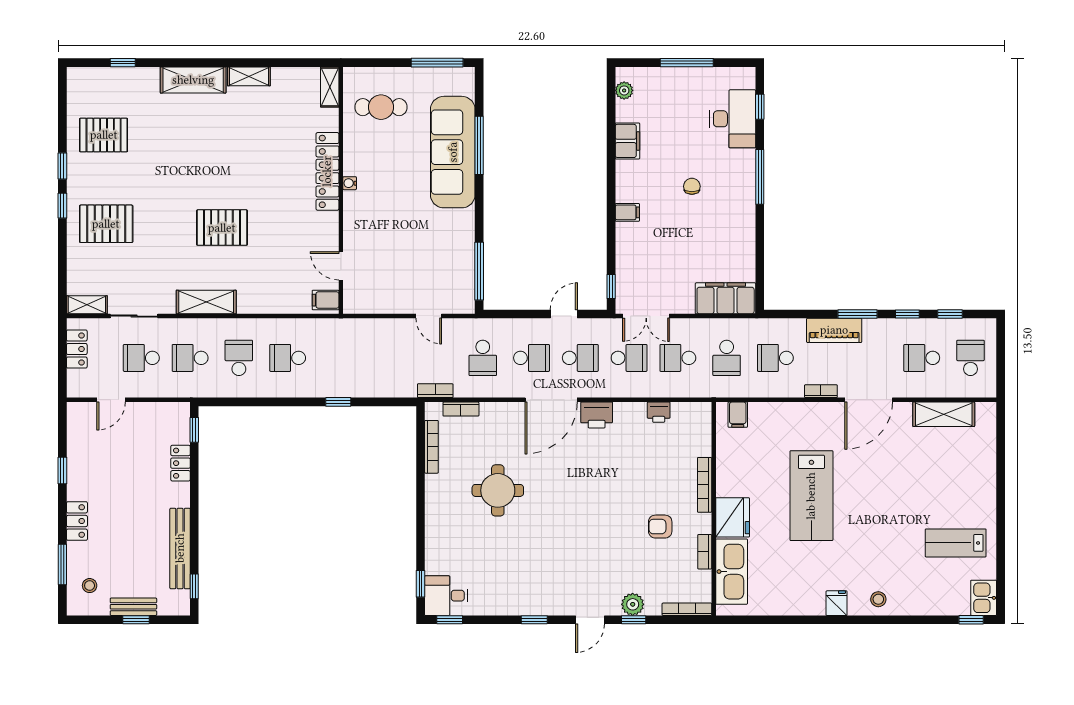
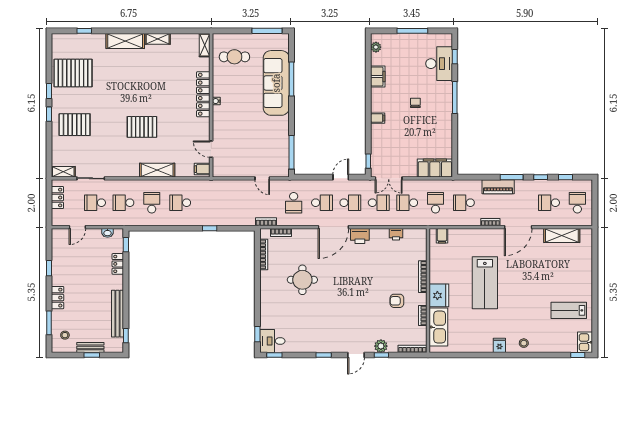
pallet: (104, 135) -> (73, 73), width x1.37, depth x1.41
shelving: (206, 302) -> (157, 170), moved
school desk: (727, 358) -> (435, 203), turned 180
washbasin: (163, 410) -> (108, 233), added

